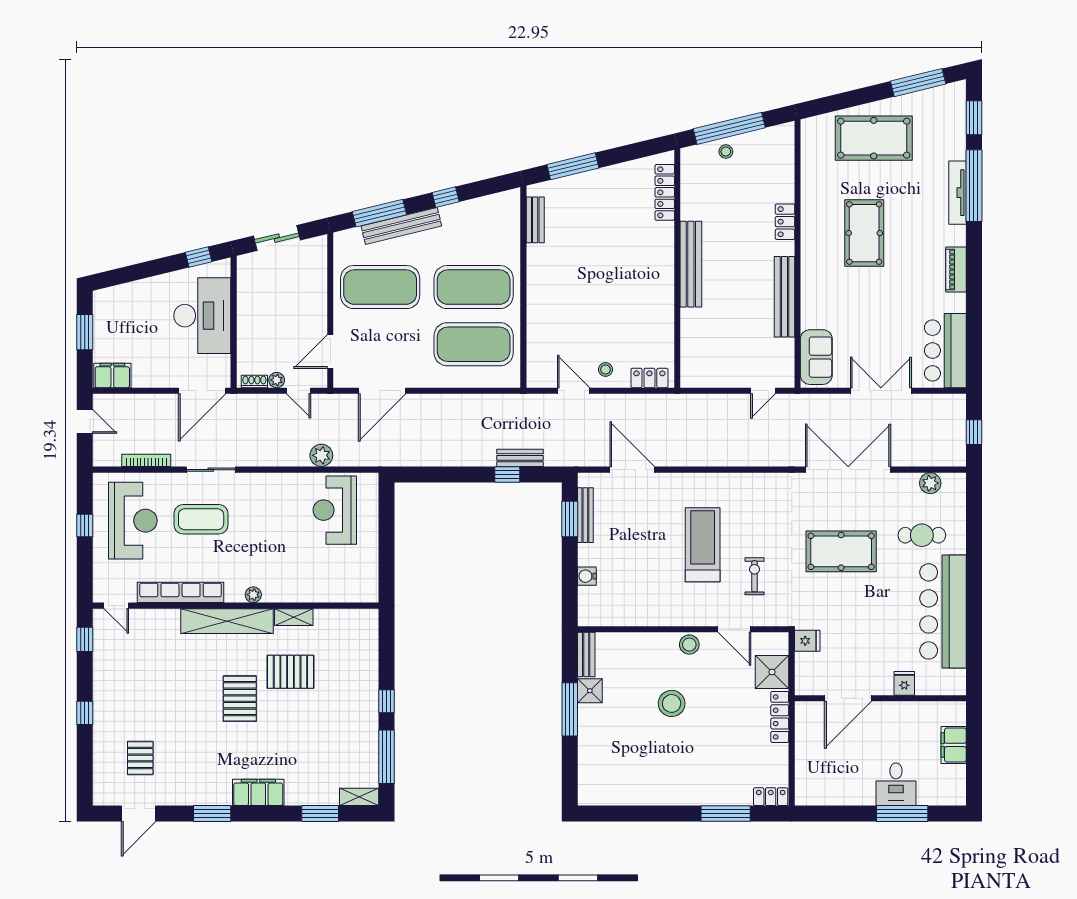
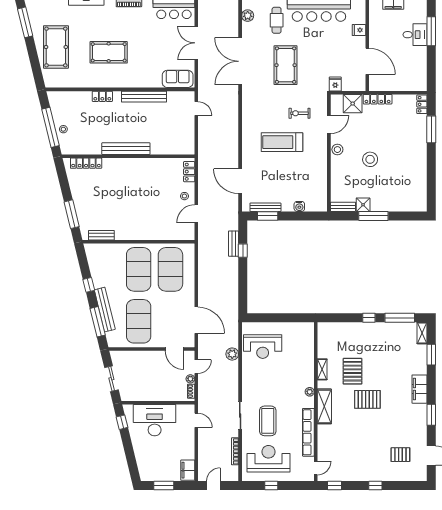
door: (202, 391) -> (196, 420), width x0.53
door: (632, 470) -> (240, 181), hinge flipped
shelving: (227, 621) -> (324, 406), width x0.68

